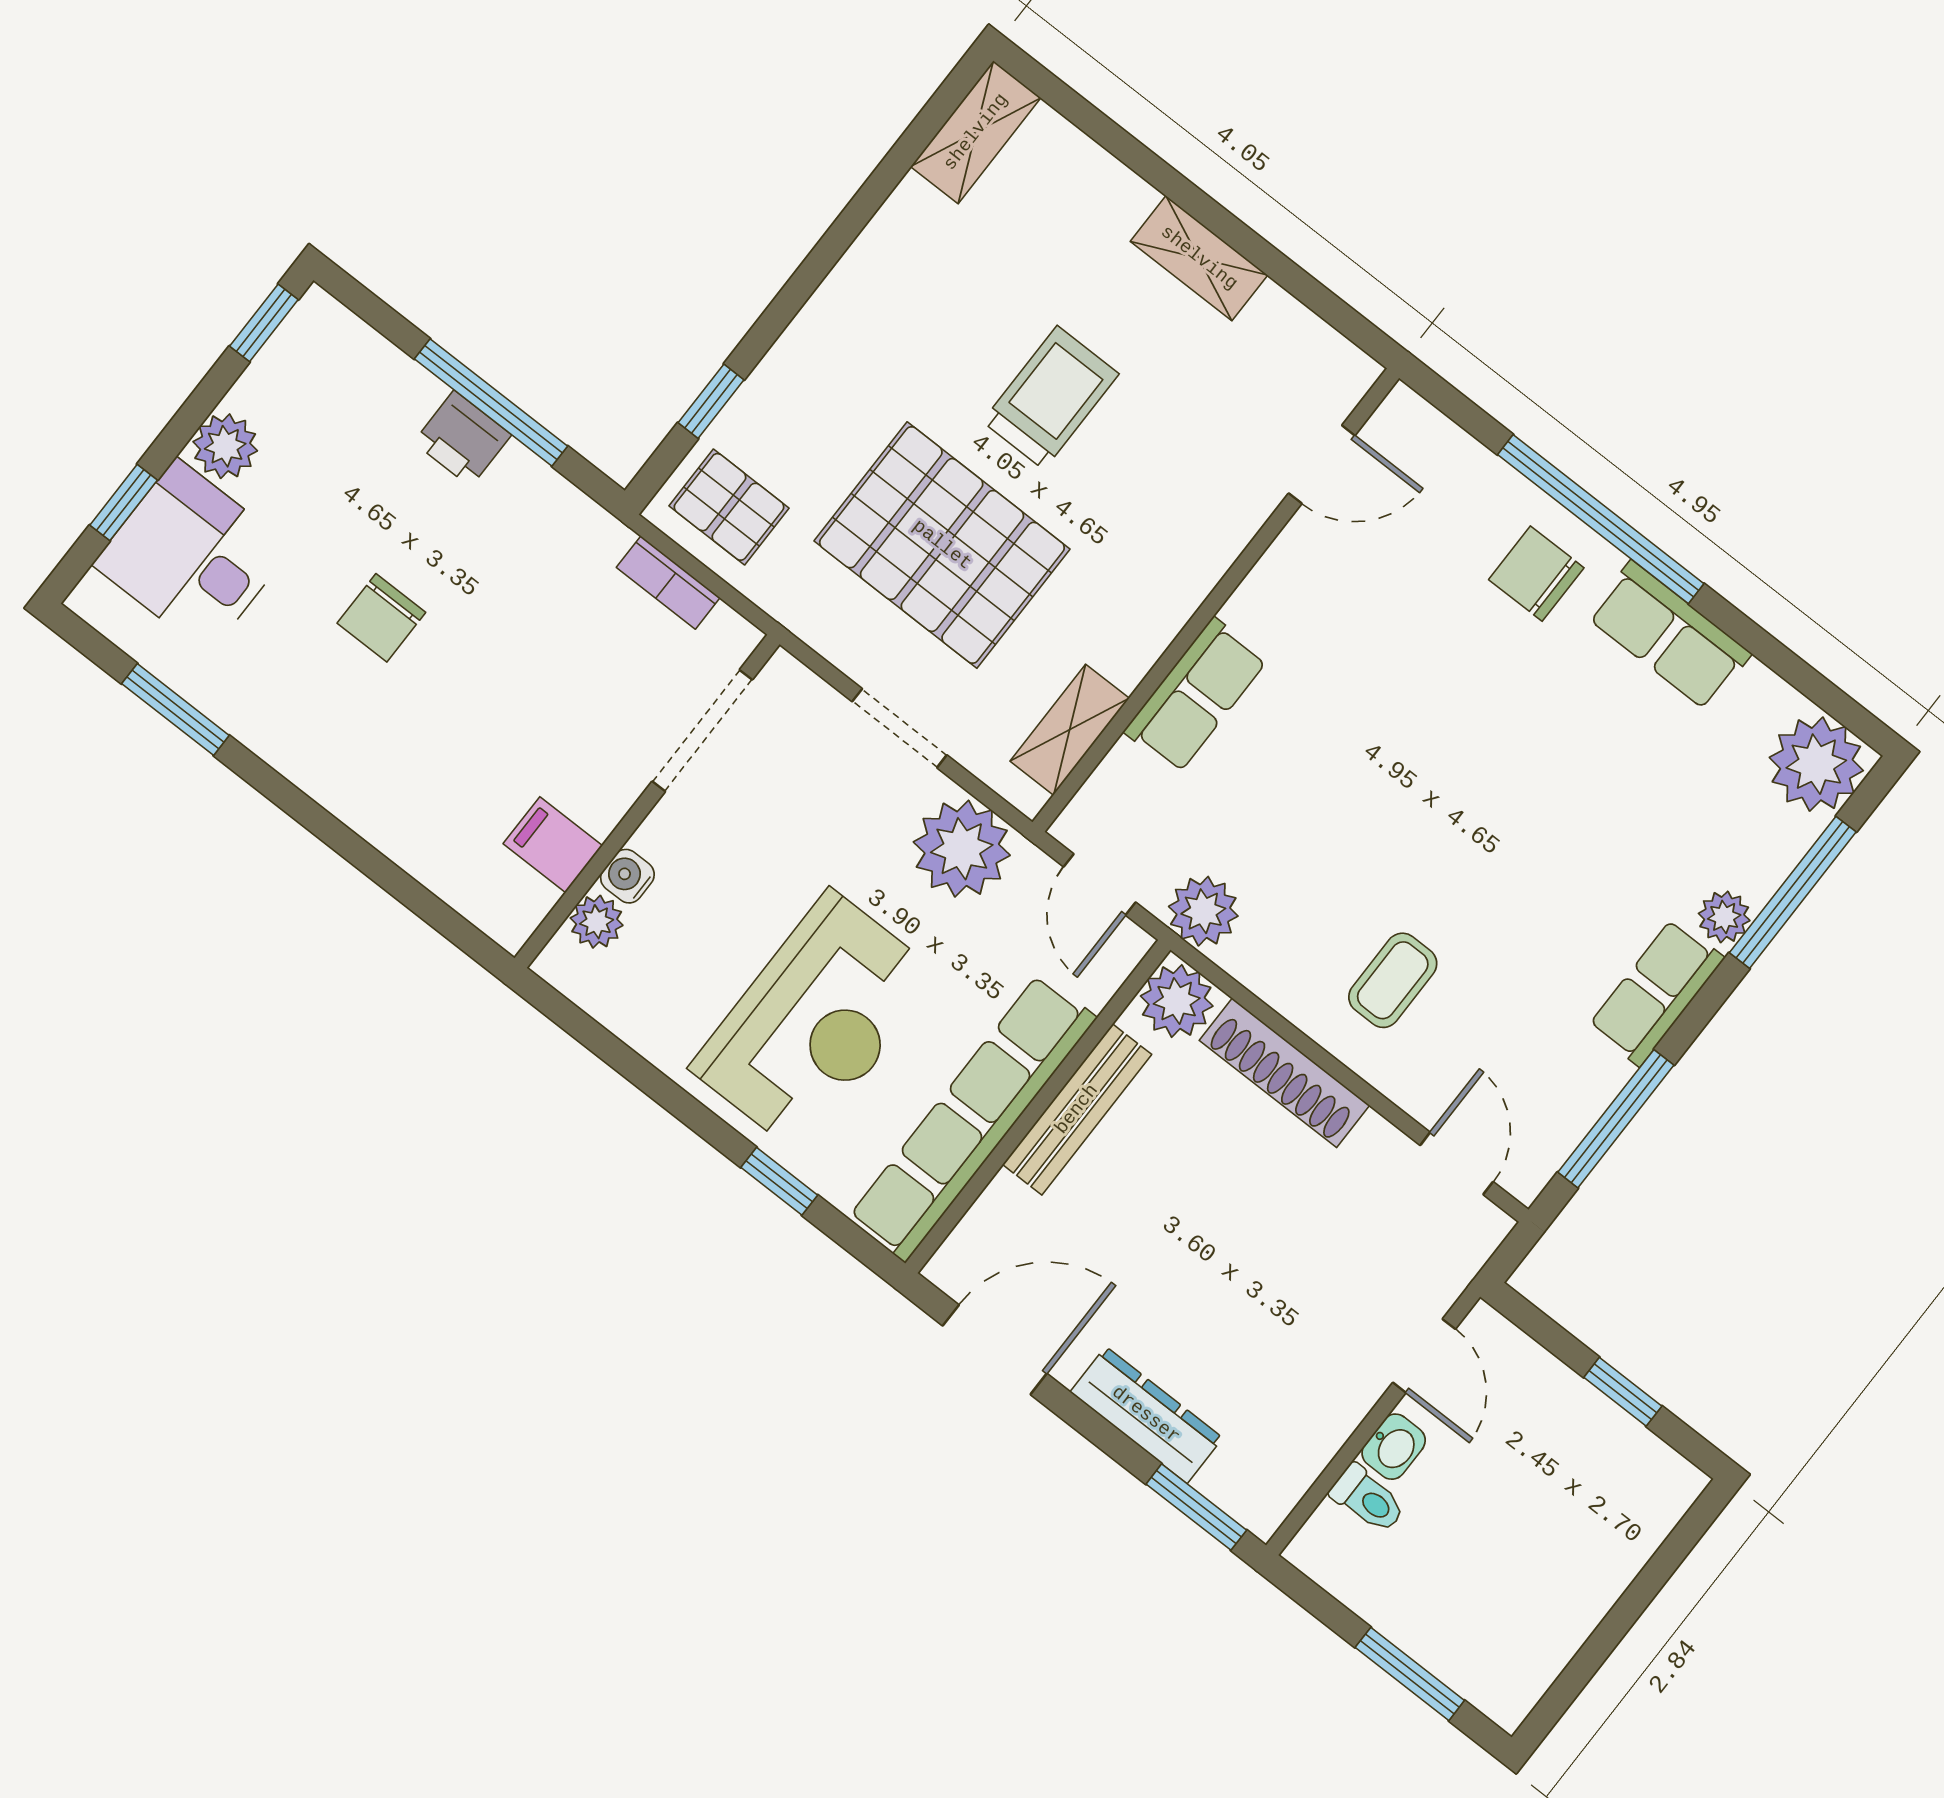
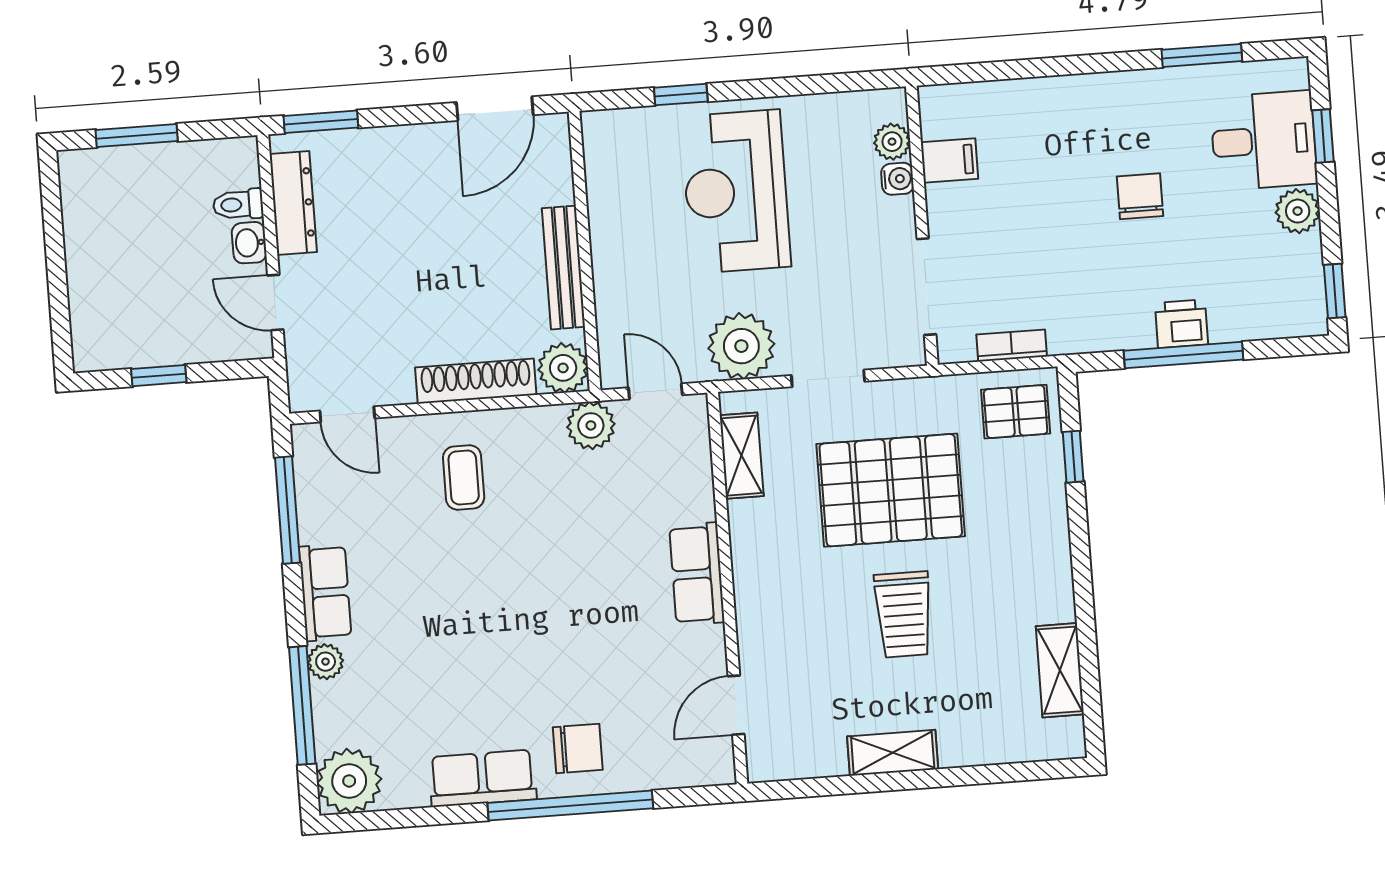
shelving: (976, 132) -> (1060, 670), moved
row of seats: (1196, 695) -> (697, 574), moved
row of seats: (972, 1118) -> (612, 215), removed
dresser: (1146, 1415) -> (293, 203), moved, turned -90

